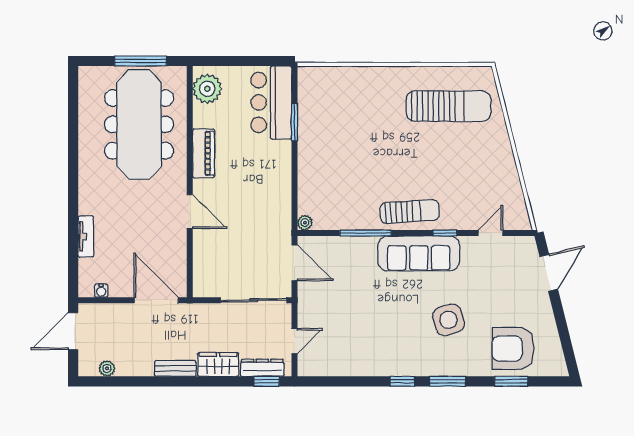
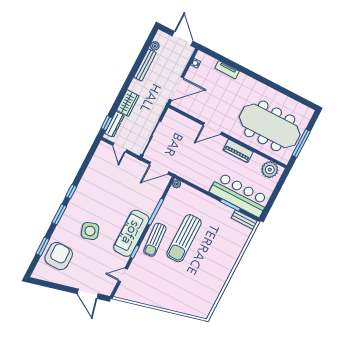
bench: (306, 88) -> (244, 220), added
bar counter: (271, 103) -> (239, 195), width x1.36
sun lounger: (449, 106) -> (184, 238), moved
door: (490, 233) -> (123, 275), swing flipped
bench: (175, 368) -> (145, 65), moved, width x1.36

